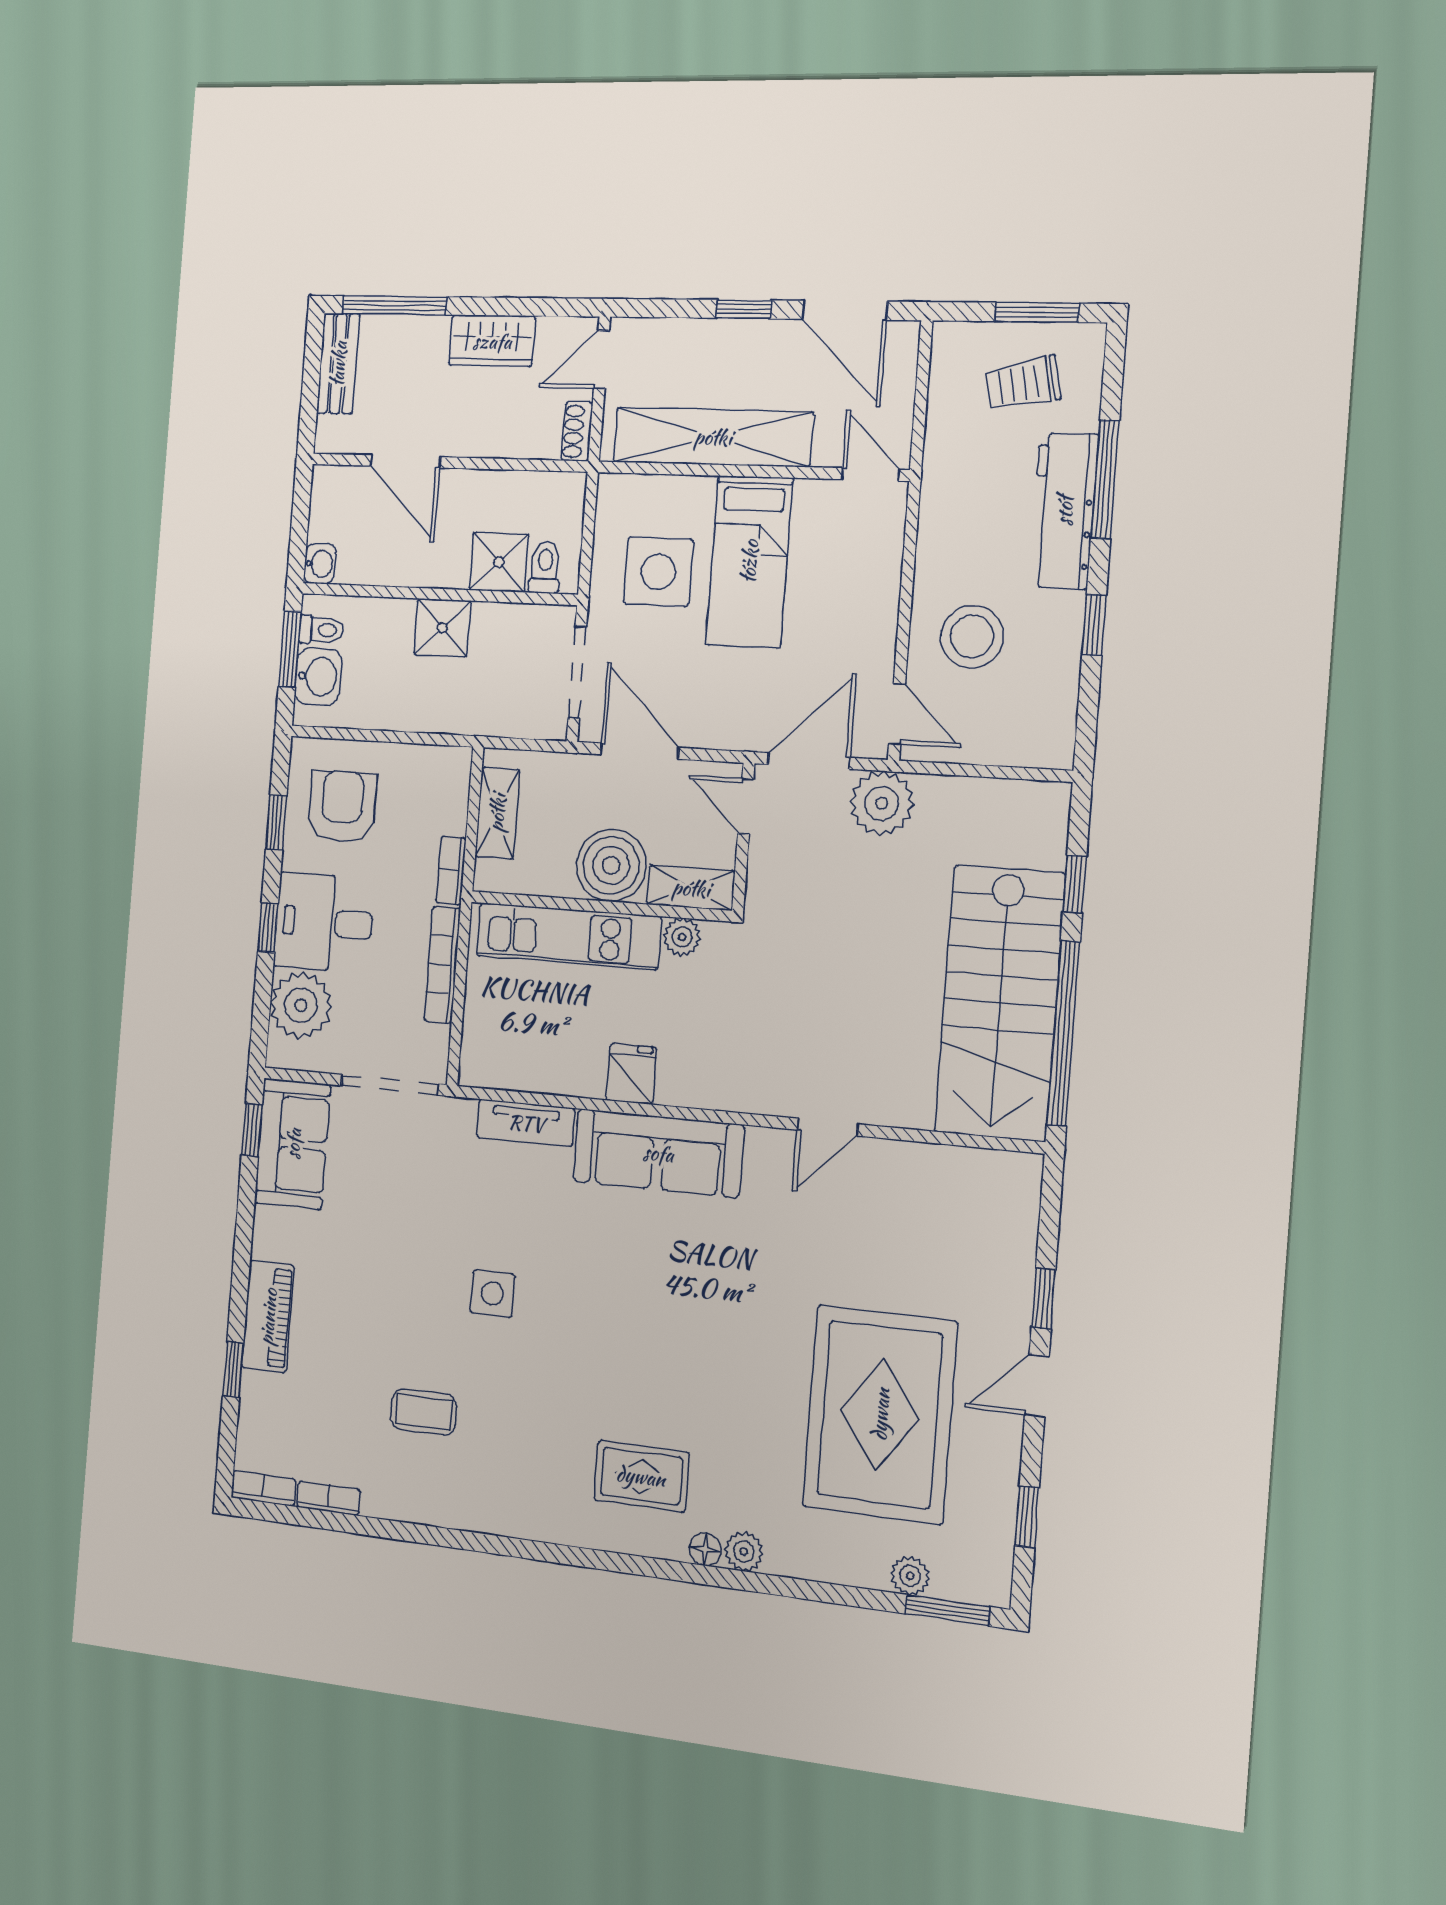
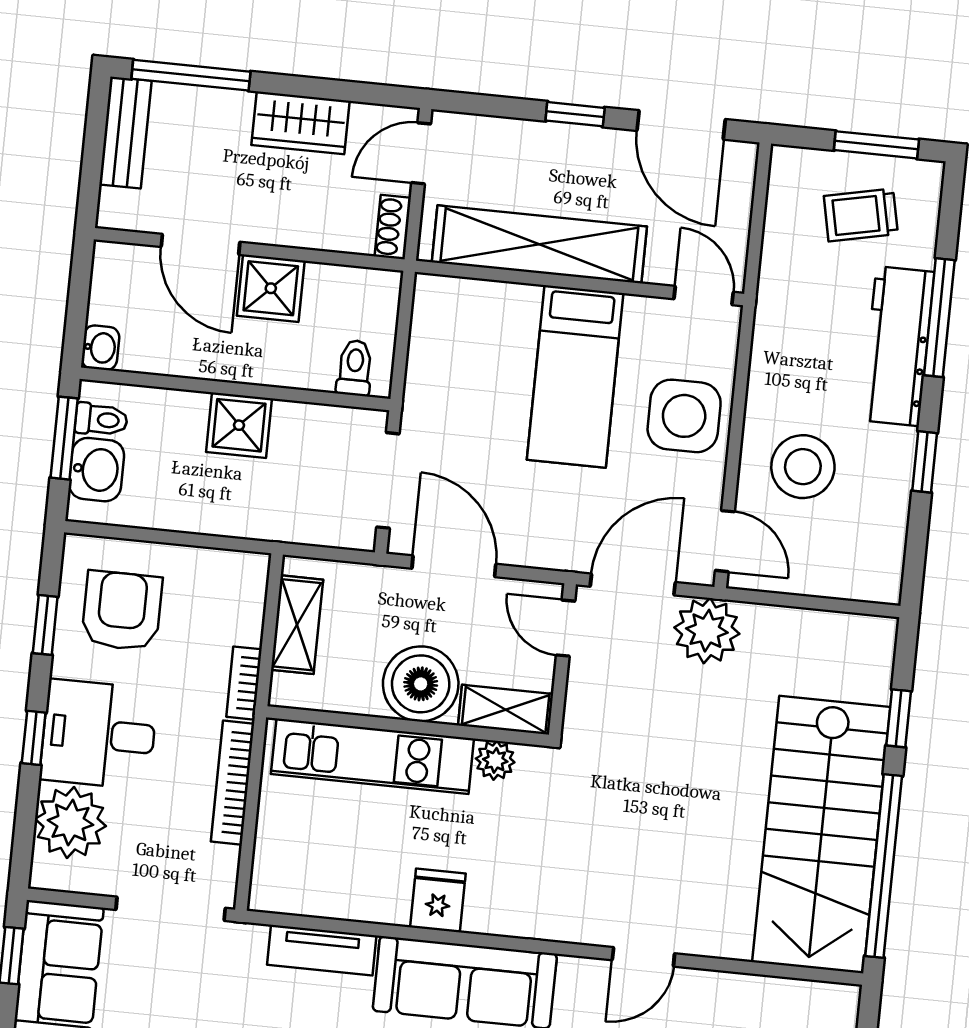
shower: (499, 562) -> (271, 288), moved
side table: (658, 572) -> (684, 416), moved

